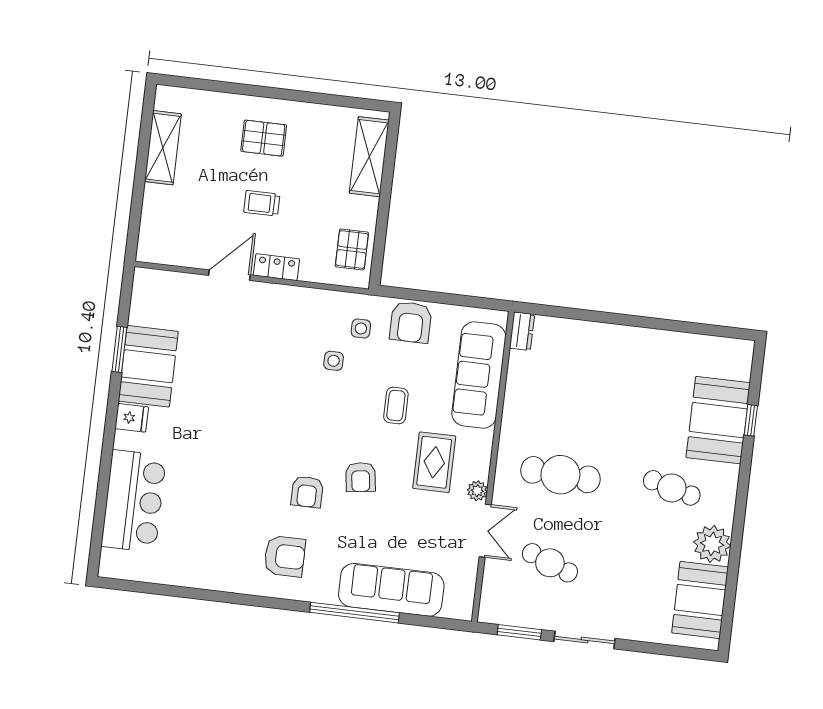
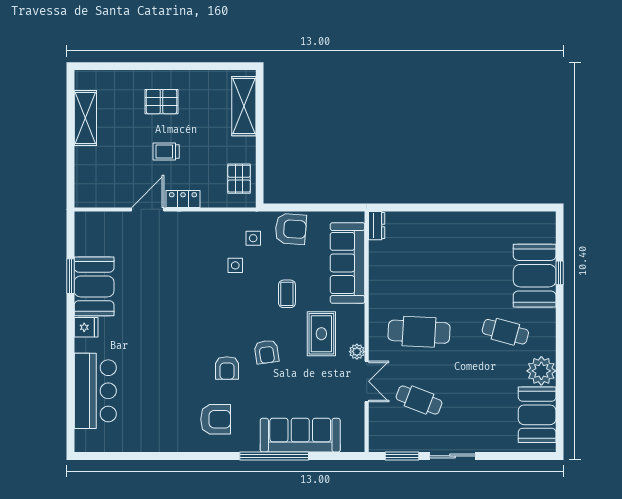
armchair: (411, 322) -> (291, 229), turned -86

